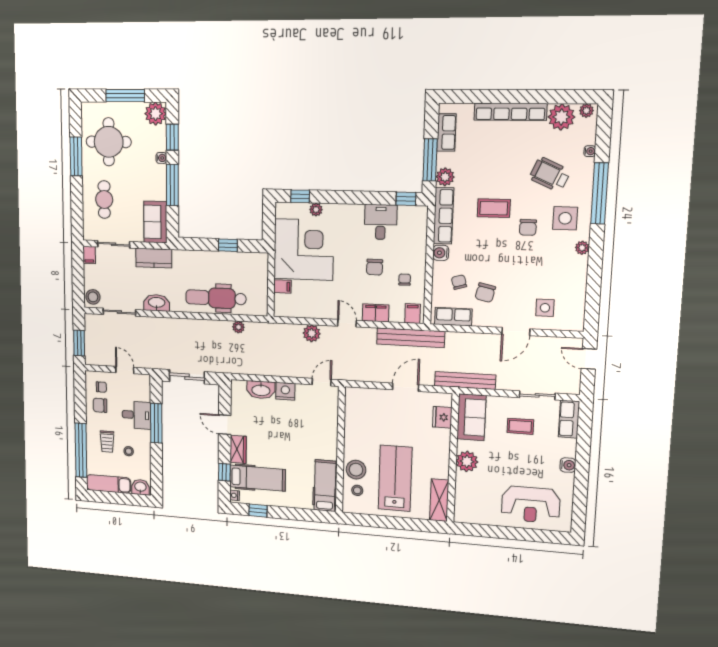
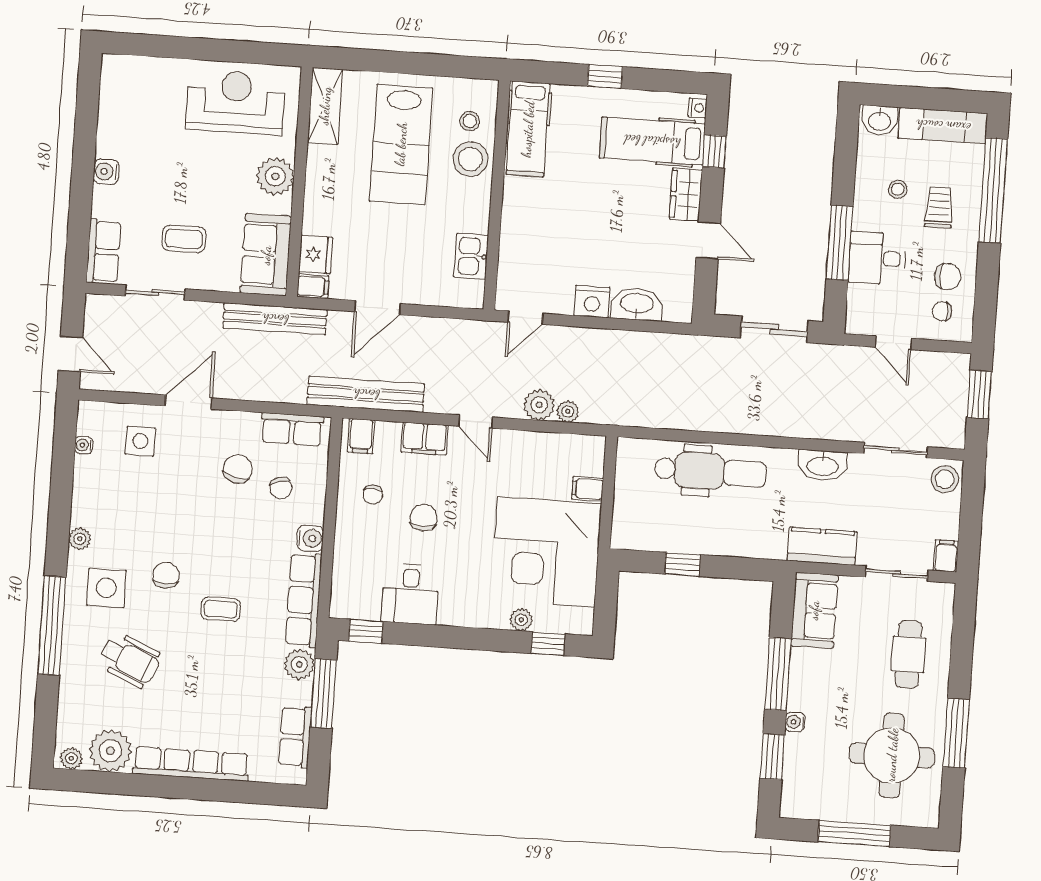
plant: (156, 114) -> (800, 799), removed
water cooler: (590, 151) -> (84, 445), moved
coffee table: (494, 208) -> (221, 609), width x0.73, depth x0.77
plant: (238, 327) -> (568, 411), moved
filing cabinet: (443, 399) -> (313, 286), added
kitchen sink: (353, 416) -> (471, 256), added
reception desk: (531, 505) -> (236, 102), moved
window: (258, 511) -> (605, 76), moved

